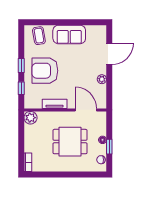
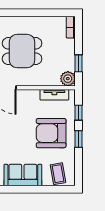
armchair: (45, 71) -> (51, 133), turned 180
tv unit: (55, 104) -> (54, 95), moved
window: (21, 131) -> (79, 63), added

